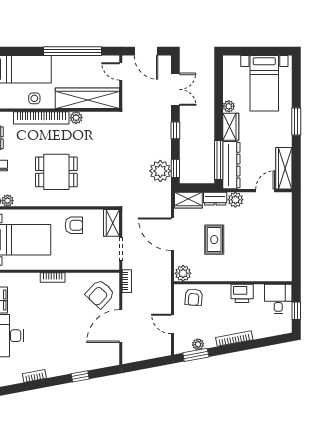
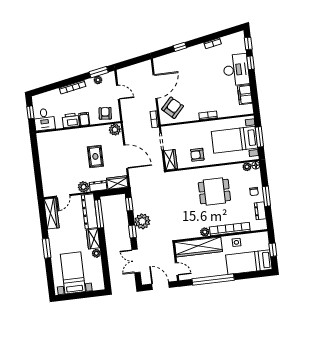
plant: (160, 171) -> (142, 221), moved
filing cabinet: (223, 293) -> (84, 119), added

